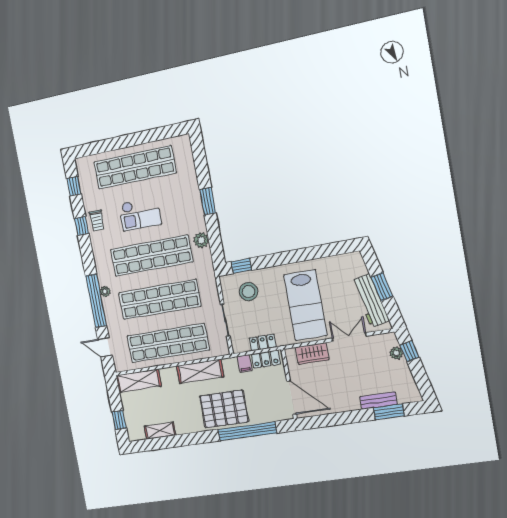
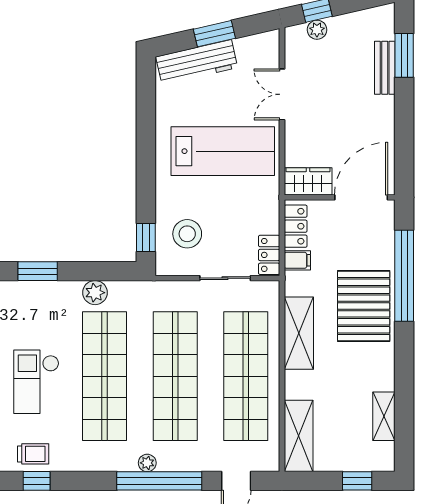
checkout: (140, 214) -> (36, 382), turned 180
workbench: (370, 301) -> (197, 62), moved
locker: (263, 342) -> (269, 255), moved
wardrobe: (312, 354) -> (308, 181), moved, turned -90

